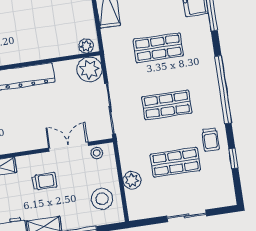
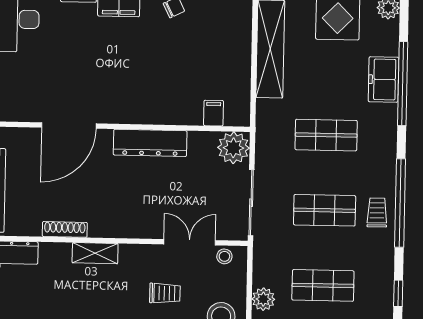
filing cabinet: (70, 46) -> (214, 113), added
plant: (86, 46) -> (234, 117), removed
trolley: (211, 140) -> (377, 213), moved, turned 180
trolley: (44, 181) -> (165, 293), moved

